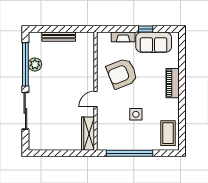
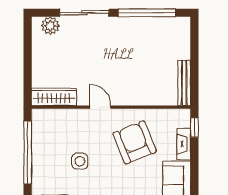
window: (146, 29) -> (194, 127), moved
bench: (59, 37) -> (184, 83), moved
plant: (35, 64) -> (50, 26), moved

